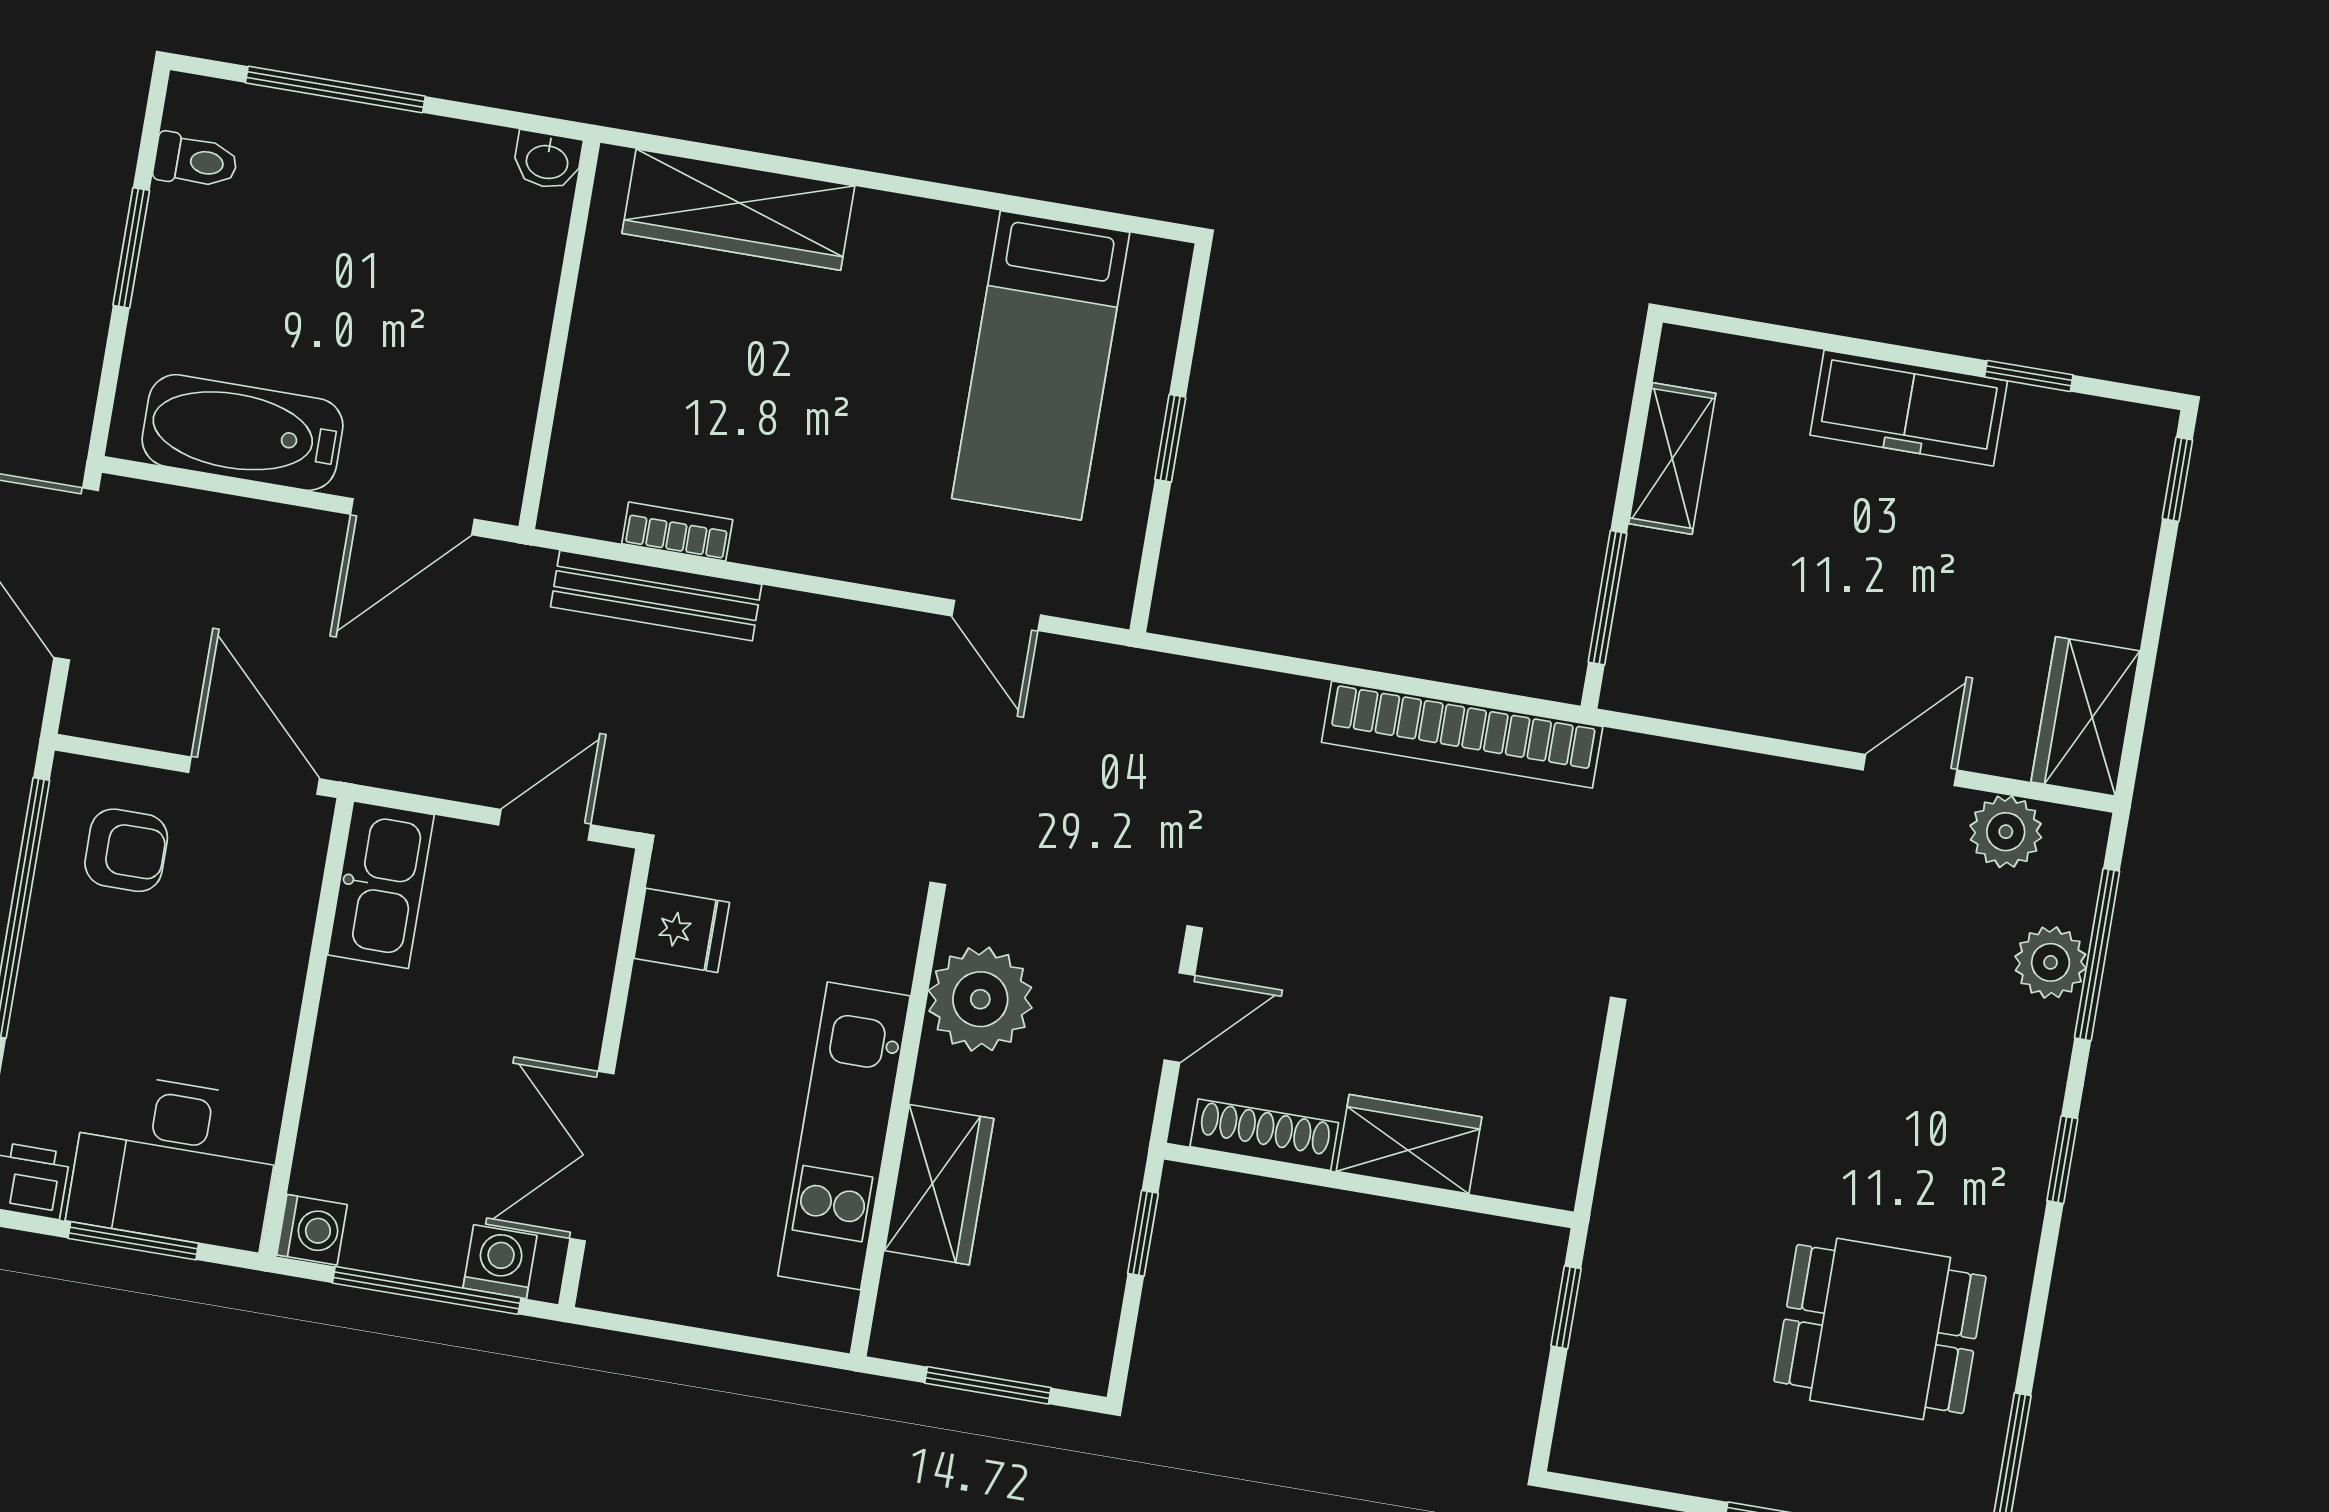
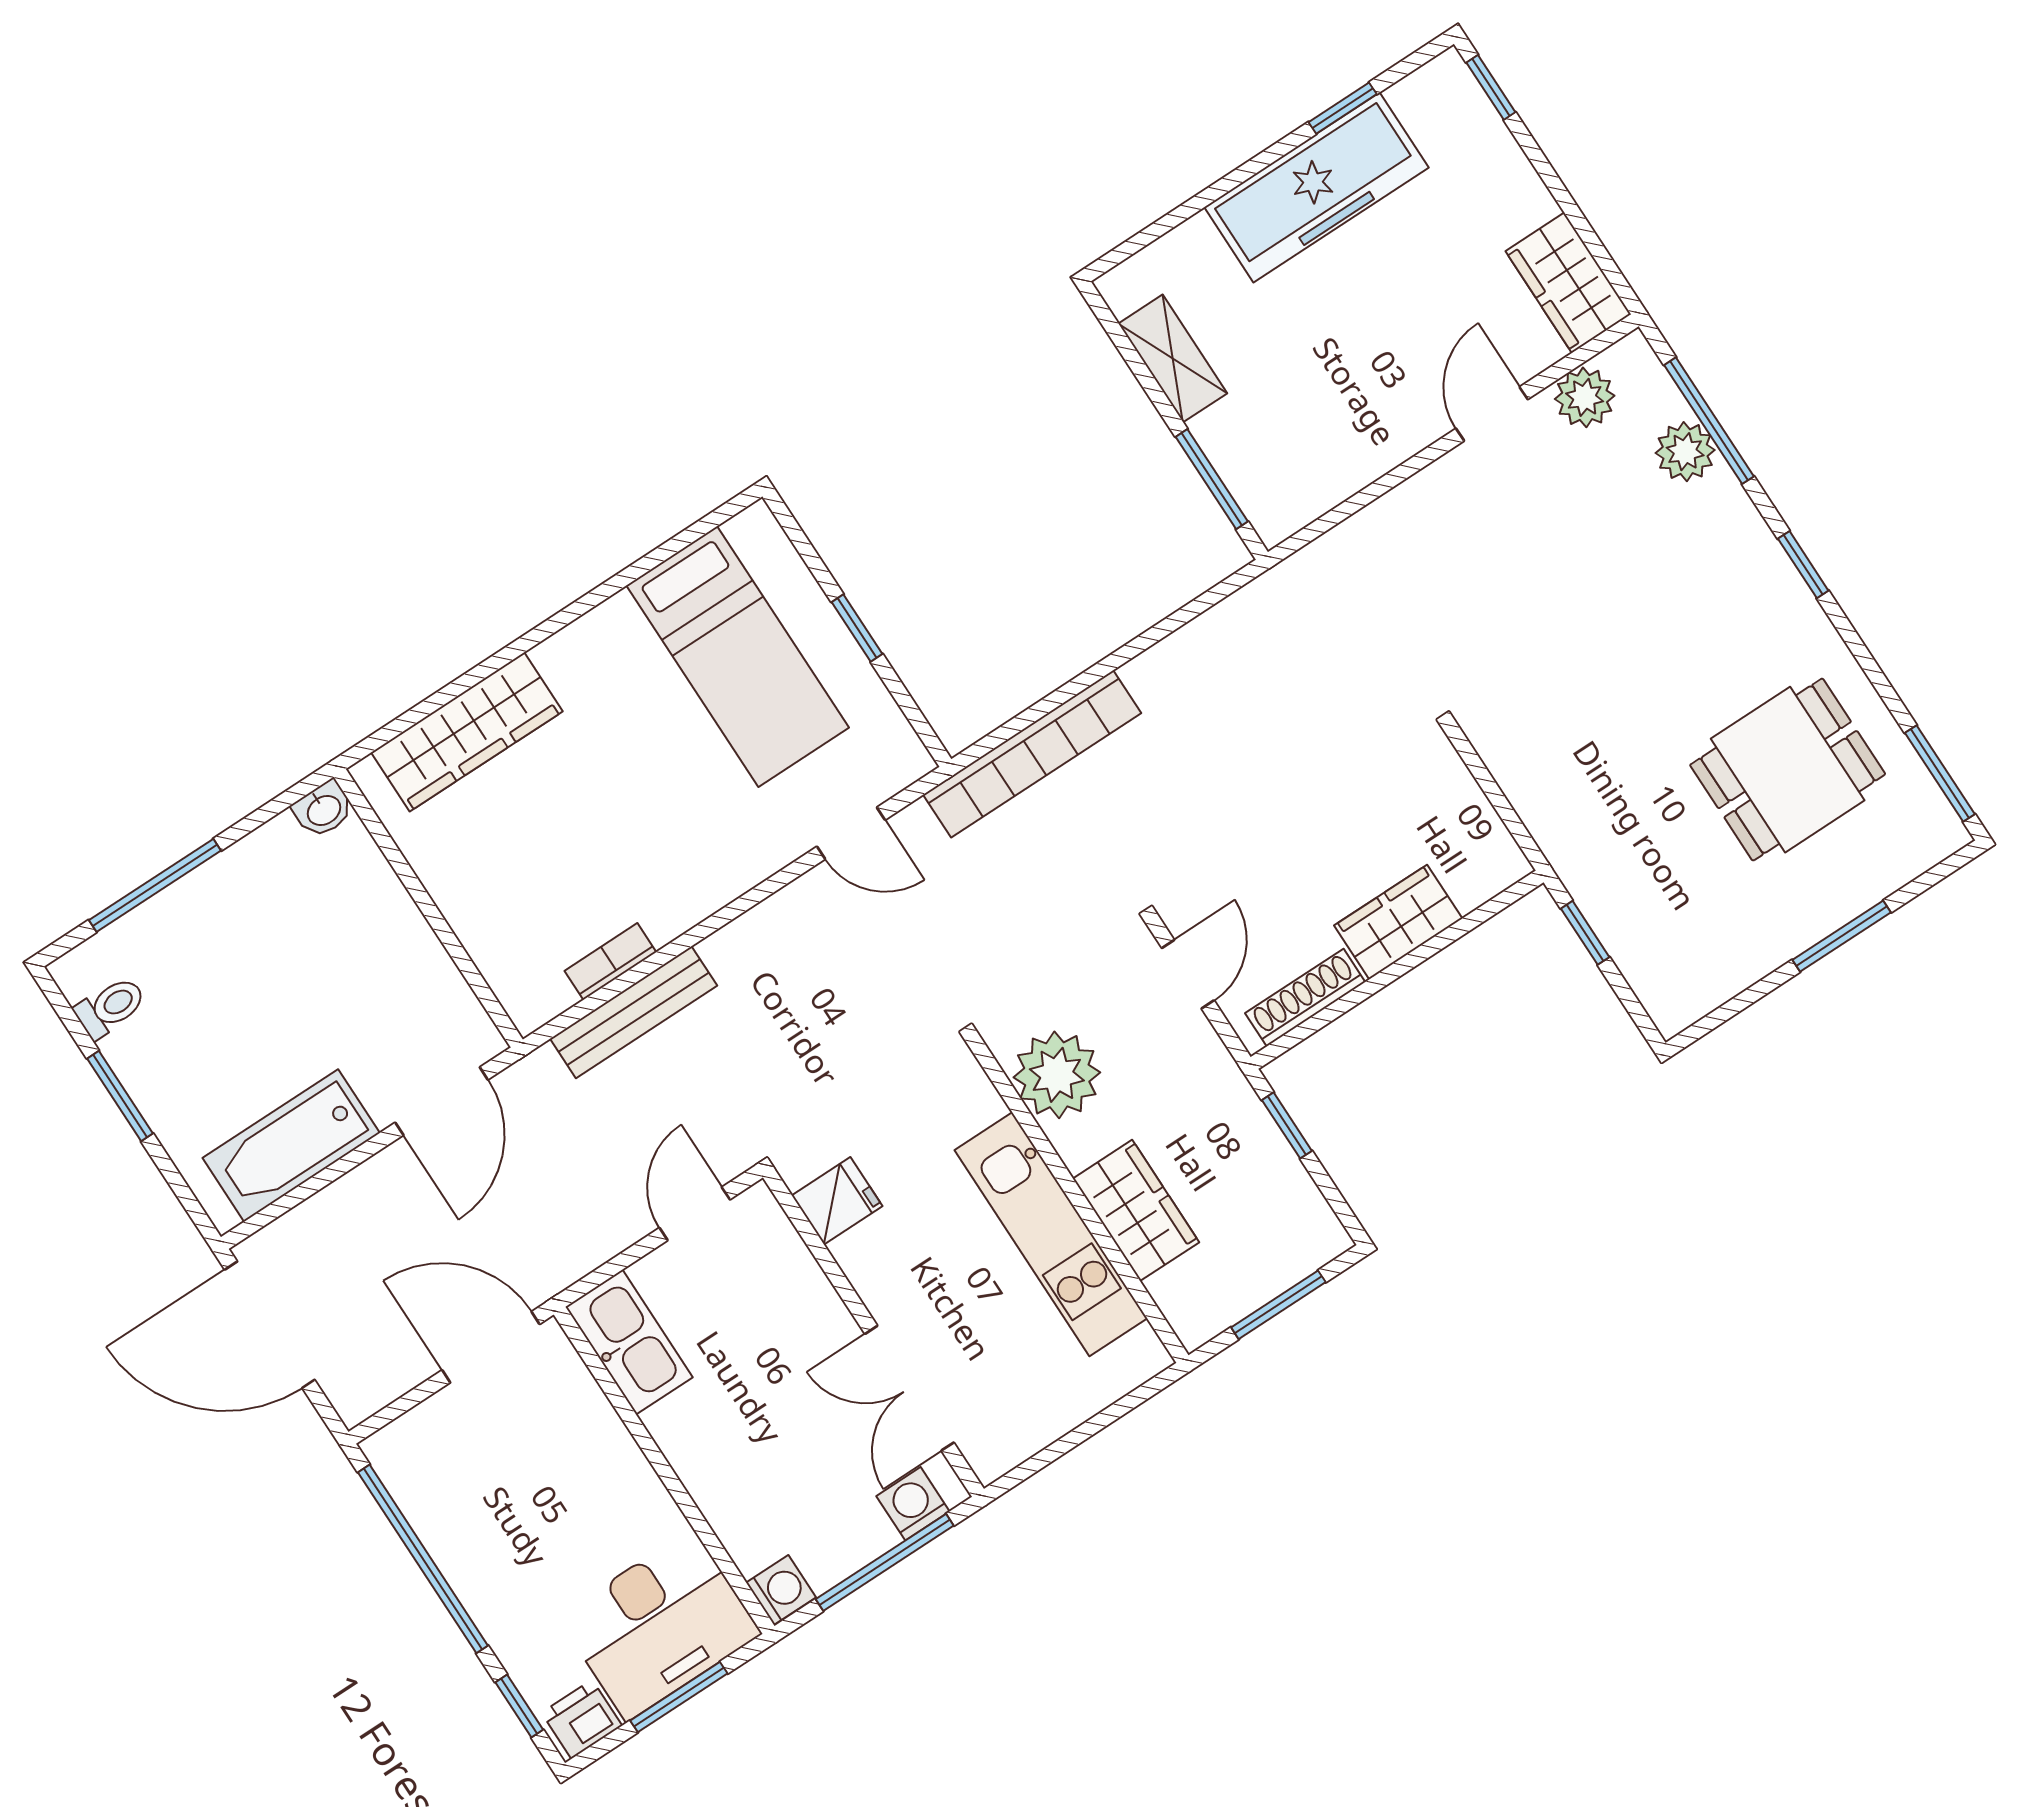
freezer: (1909, 408) -> (1316, 187), width x1.36, depth x1.26
bookcase: (1462, 735) -> (1032, 754), moved
armchair: (126, 850) -> (455, 1464), removed

